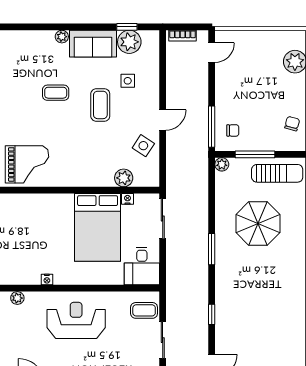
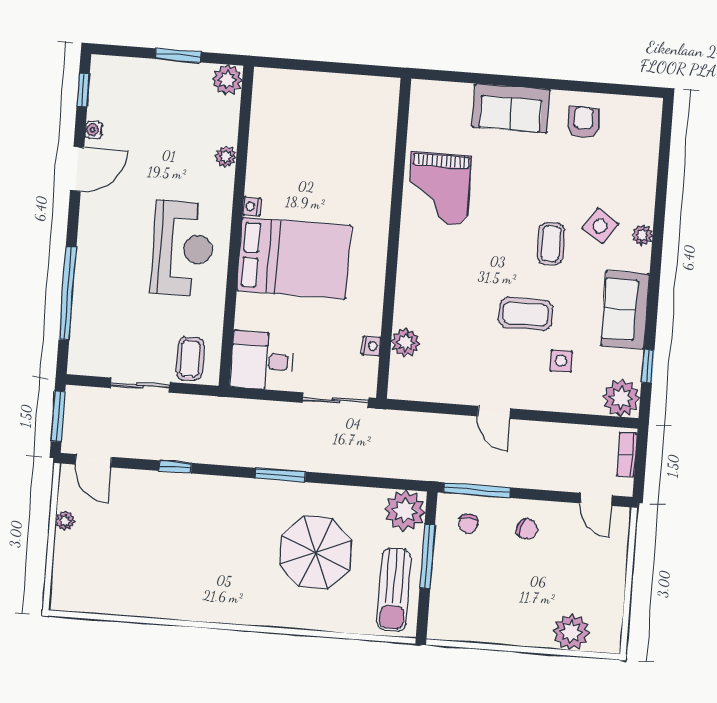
plant: (62, 37) -> (642, 235), moved
plant: (129, 42) -> (621, 398), moved
chair: (292, 124) -> (527, 529), moved
side table: (143, 146) -> (600, 226), moved
plant: (222, 164) -> (405, 511), width x1.88, depth x1.88
bed: (98, 227) -> (294, 258), moved, turned 180

